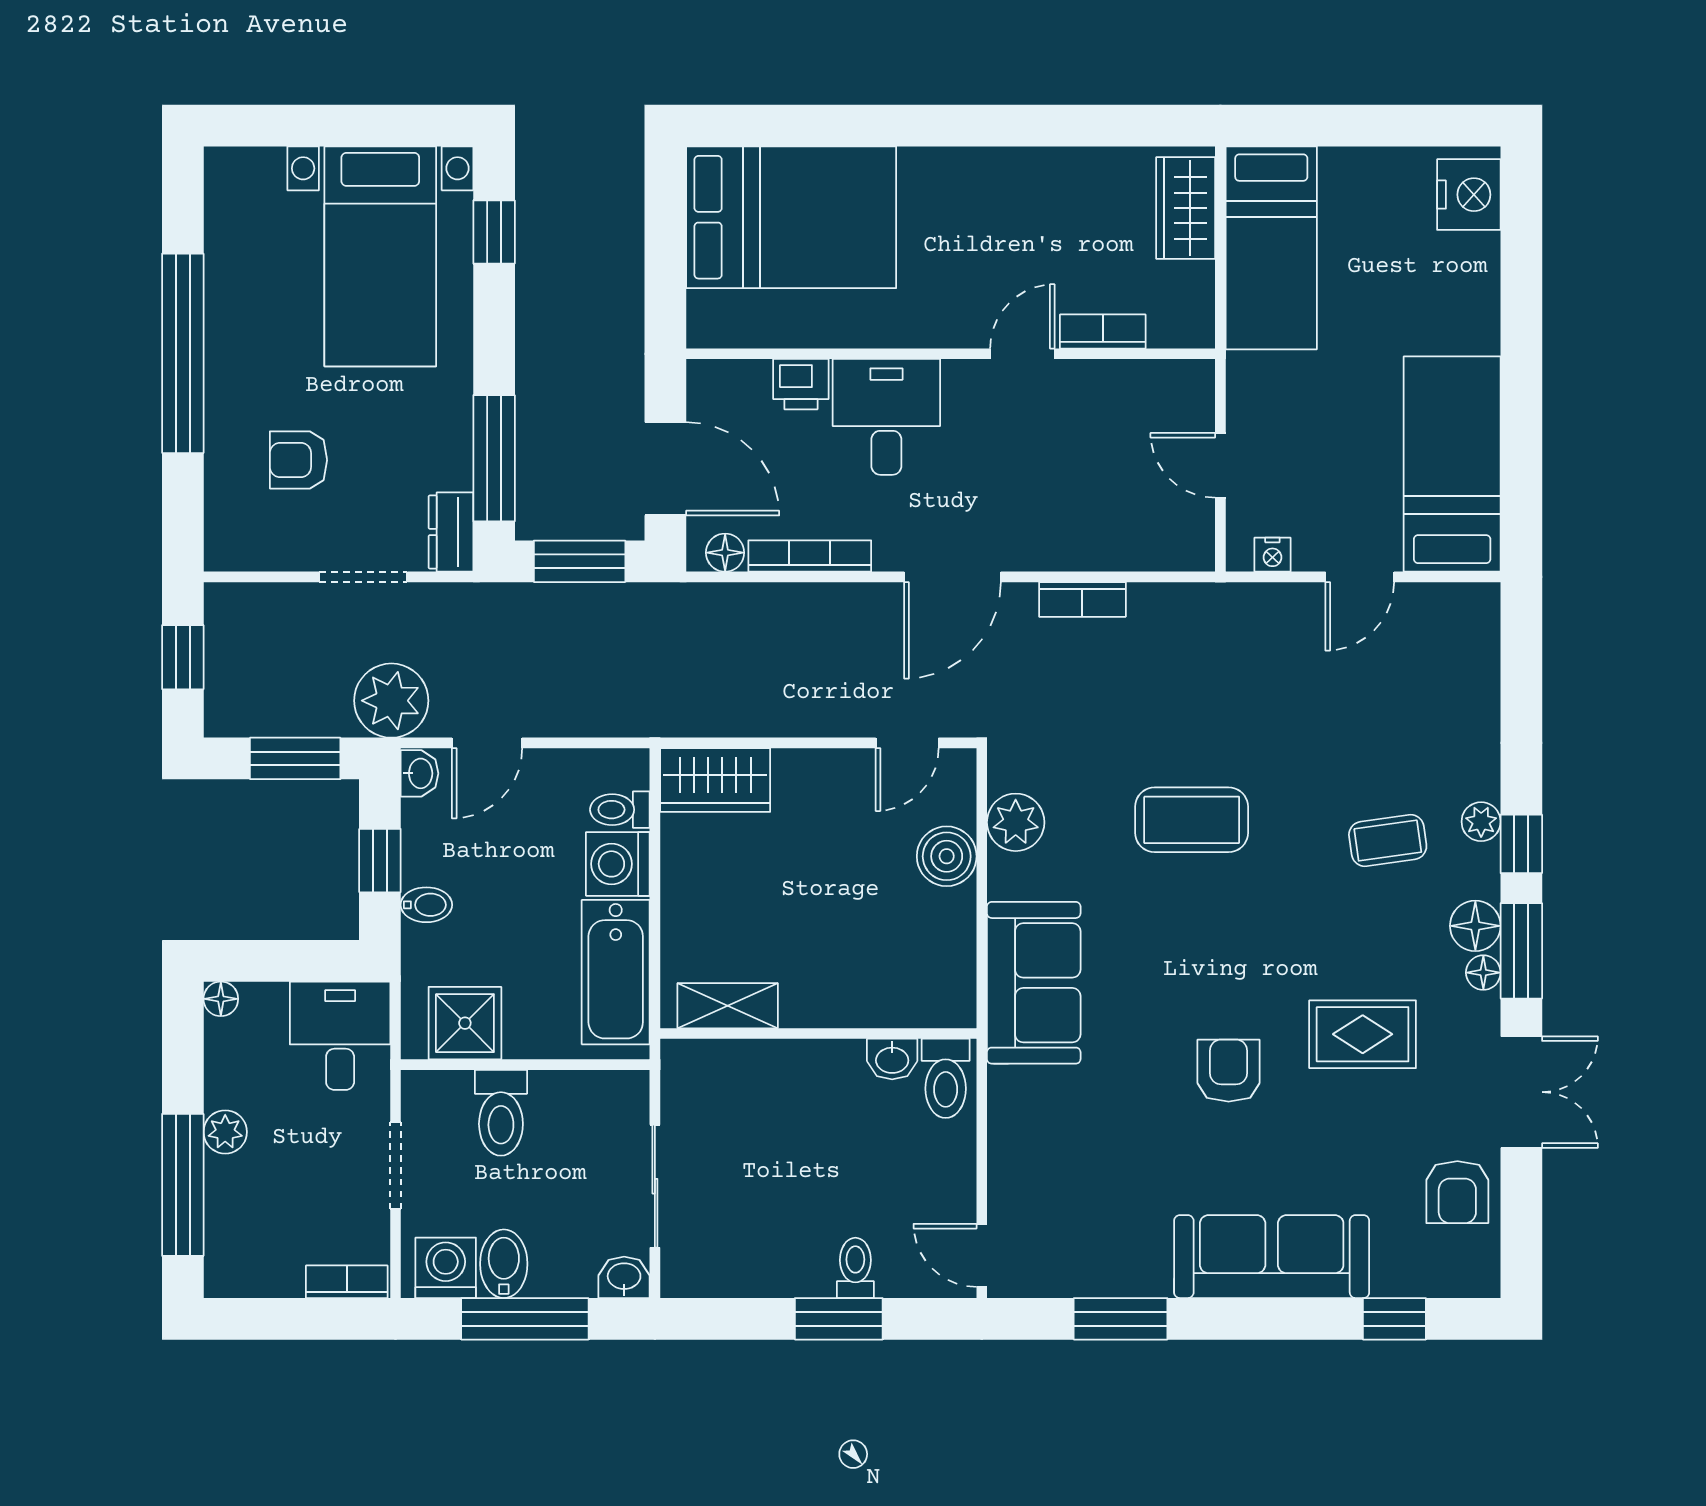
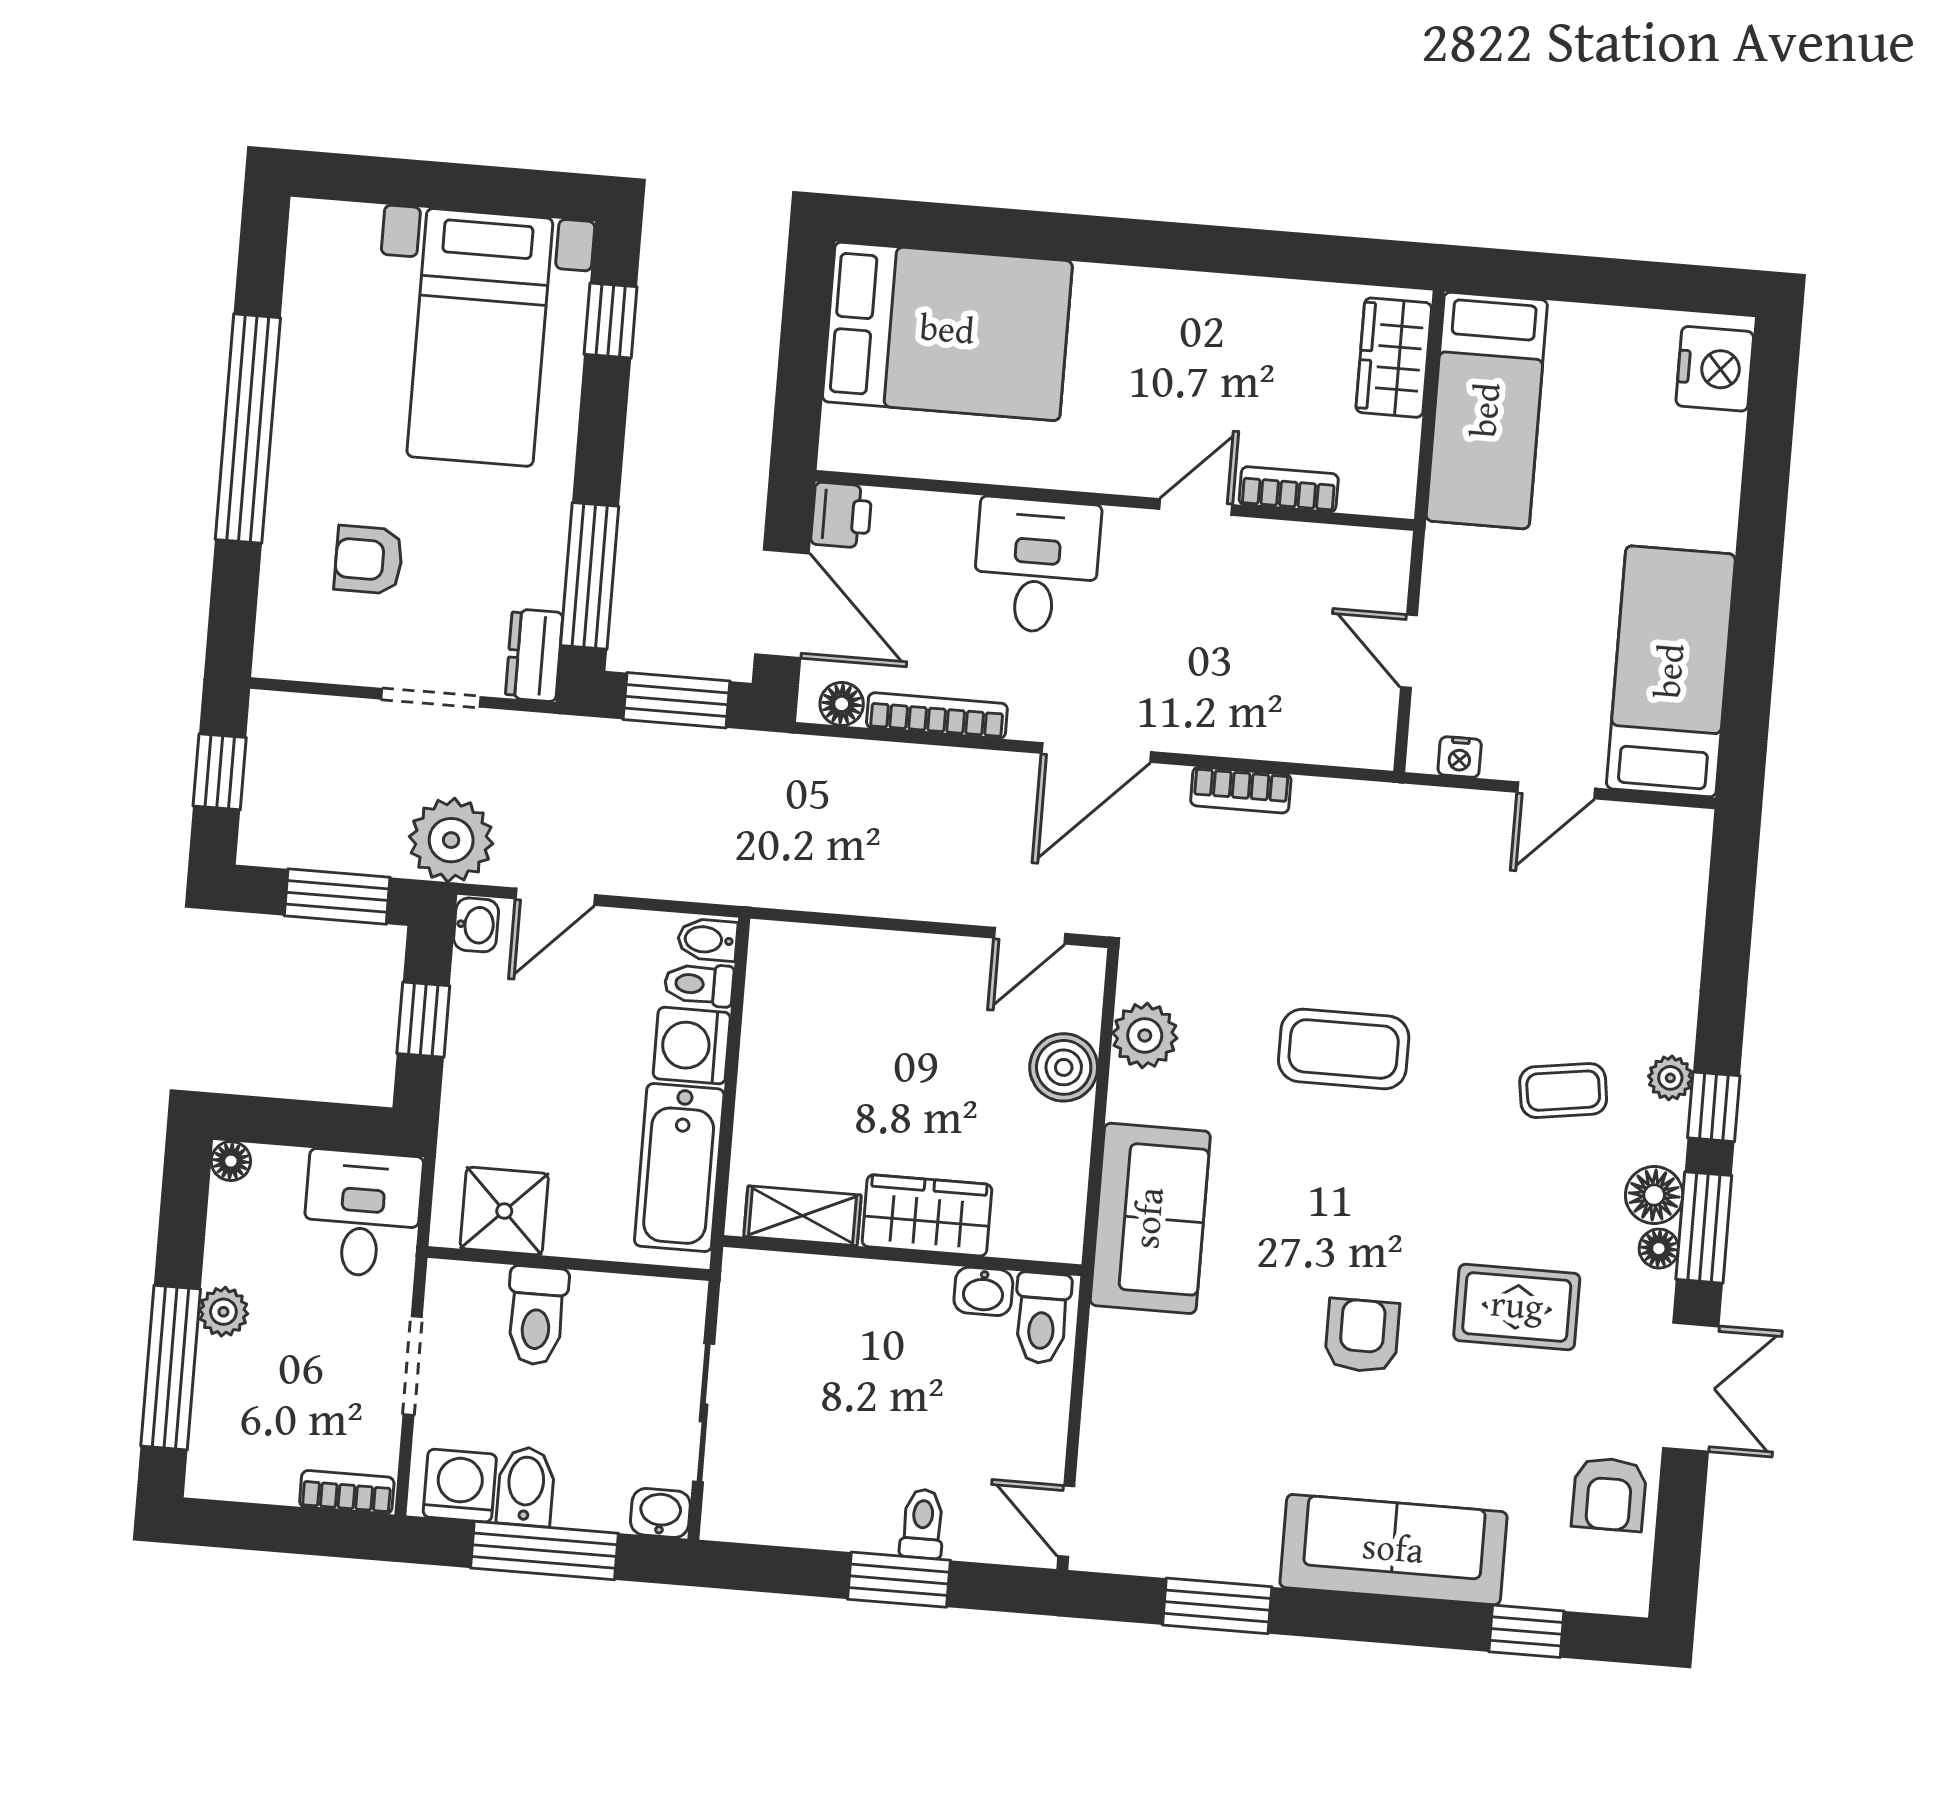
printer: (801, 384) -> (841, 515), moved, turned -90
wardrobe: (715, 780) -> (927, 1215), moved, turned 180
bidet: (426, 905) -> (707, 940), moved, turned 180

